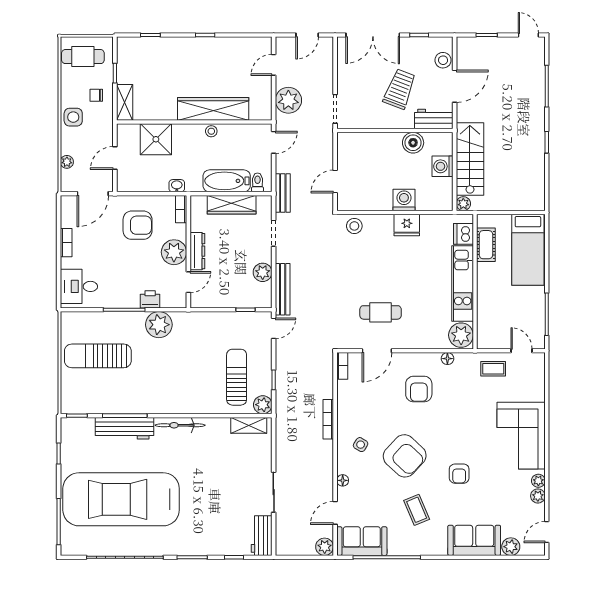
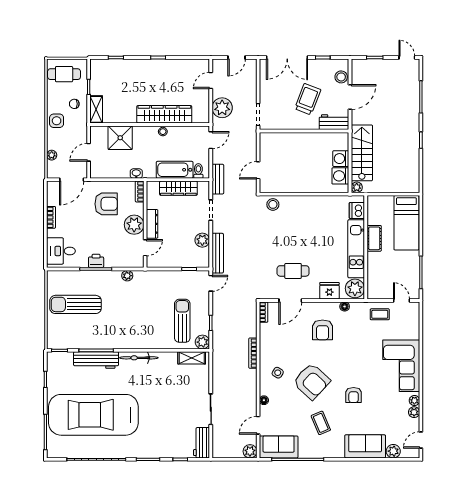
boiler: (413, 143) -> (318, 140), removed
washing machine: (404, 200) -> (340, 176), moved, turned -90
fridge: (407, 225) -> (329, 291), moved, turned 180
cot: (486, 245) -> (374, 238), moved
printer: (150, 299) -> (96, 261), moved
plant: (159, 325) -> (127, 276), width x0.53, depth x0.53

